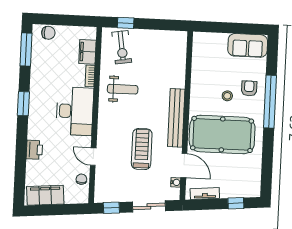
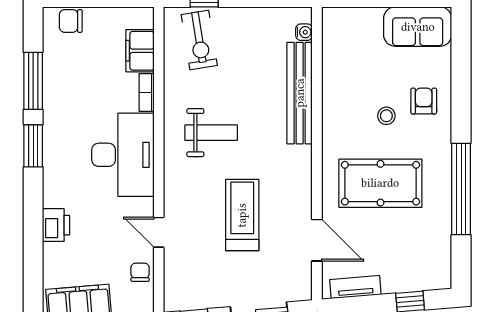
chair: (48, 33) -> (71, 21), turned 180
window: (26, 49) -> (33, 81), moved
weight bench: (123, 89) -> (211, 133), moved
window: (270, 102) -> (461, 189), moved
bench: (176, 118) -> (300, 93), moved
pool table: (222, 134) -> (380, 183), width x0.73, depth x0.76
water cooler: (176, 182) -> (304, 32), moved

